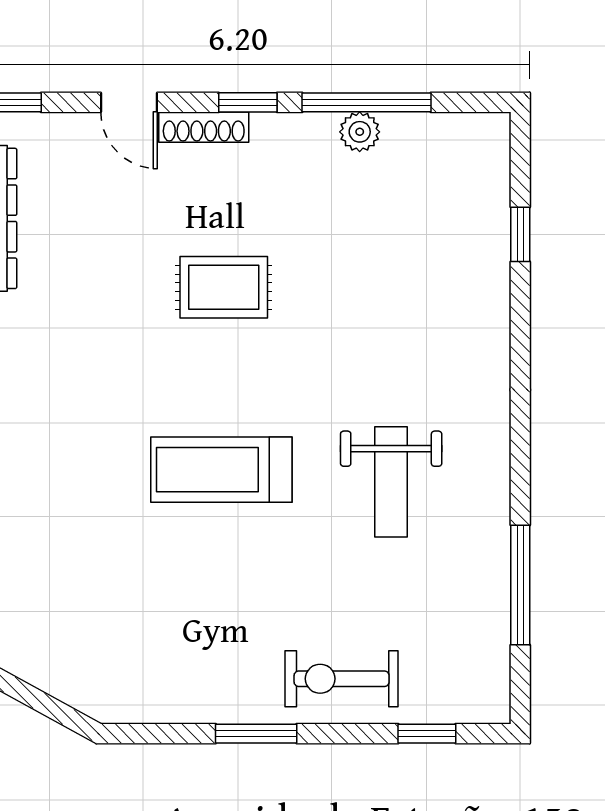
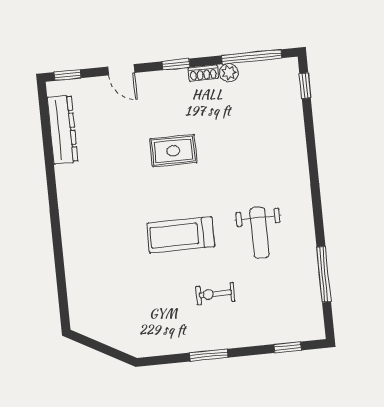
window: (366, 102) -> (252, 57), moved
shoe rack: (204, 127) -> (203, 73), moved, width x0.70
window: (520, 234) -> (305, 86), moved
exercise bike: (342, 679) -> (215, 294), moved, width x0.73, depth x0.72

